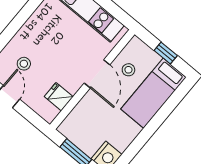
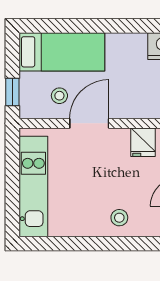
window: (166, 53) -> (12, 92), moved
stool: (24, 64) -> (119, 218), moved

